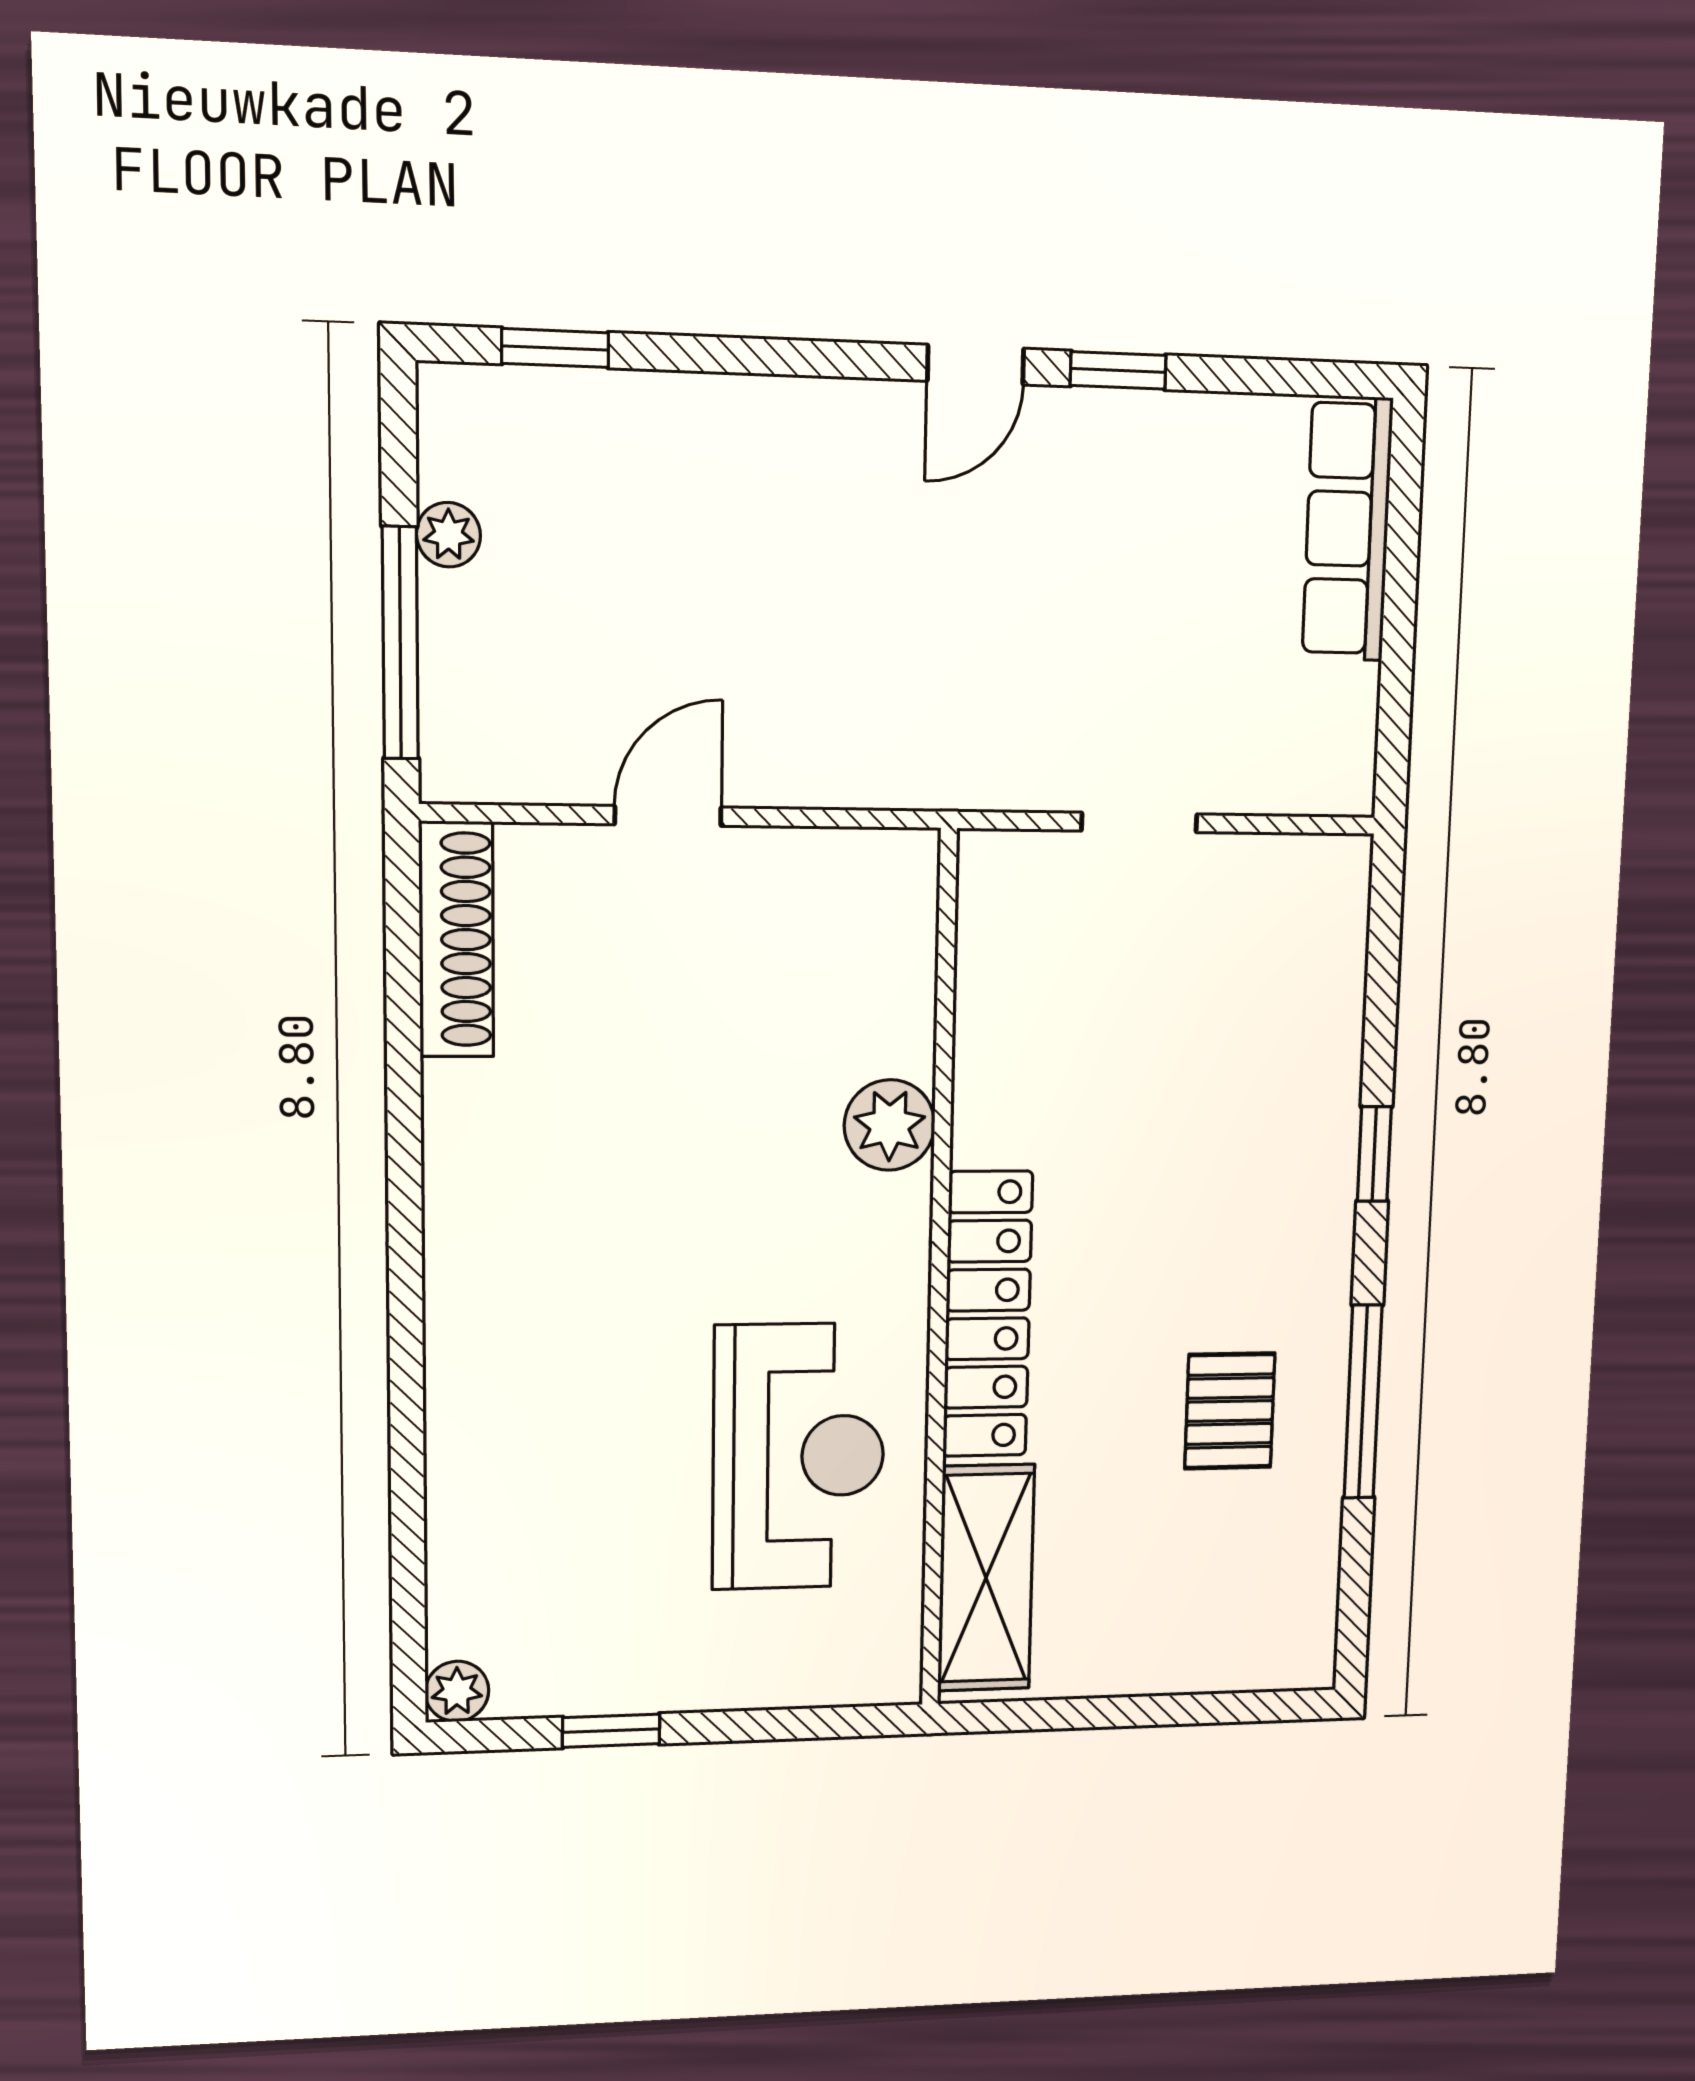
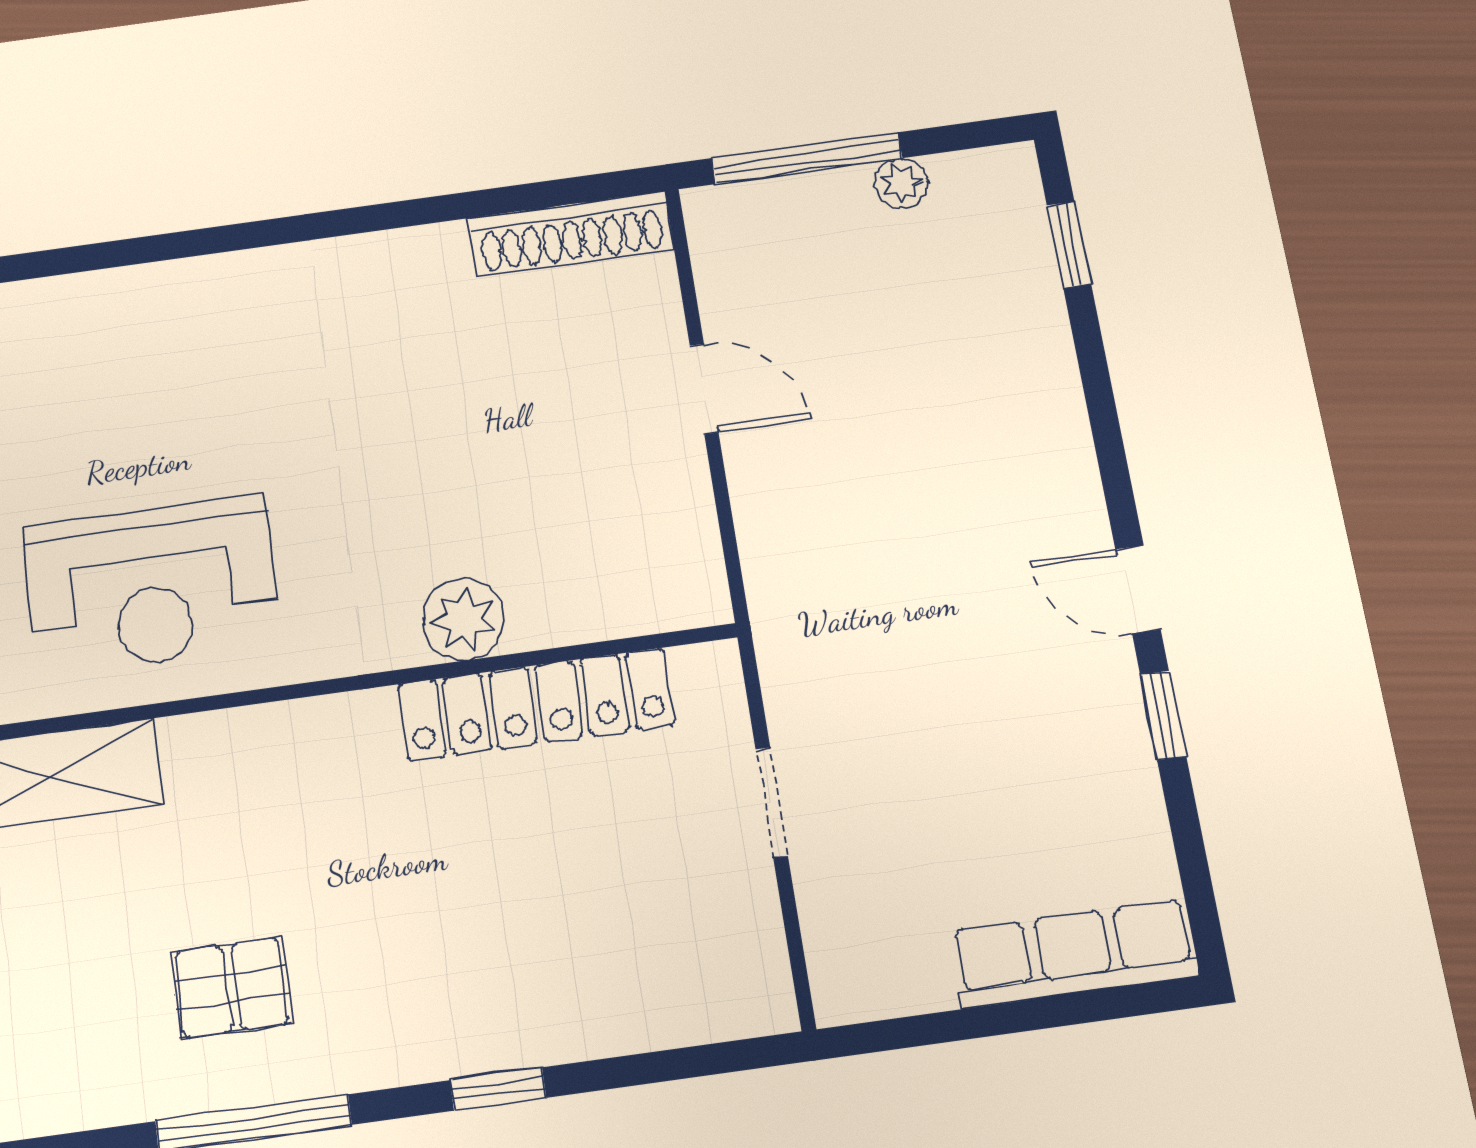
locker: (988, 1314) -> (536, 704), moved

